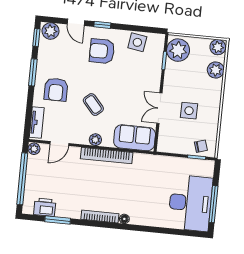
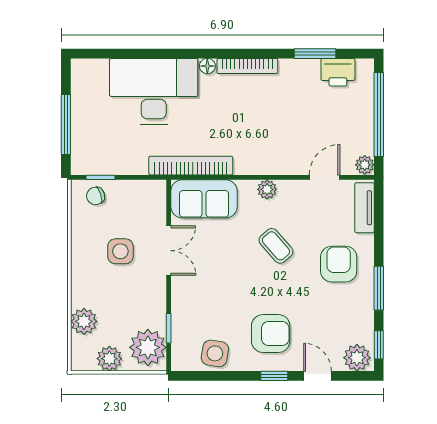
plant: (218, 47) -> (109, 359), moved
bookcase: (107, 156) -> (191, 166), moved
desk: (190, 203) -> (154, 91), moved, turned 90
window: (213, 204) -> (66, 125), moved

